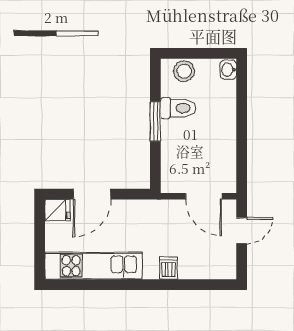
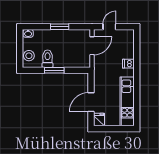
window: (242, 132) -> (60, 27), added
door: (92, 194) -> (91, 102), swing flipped
door: (242, 231) -> (109, 27), hinge flipped

